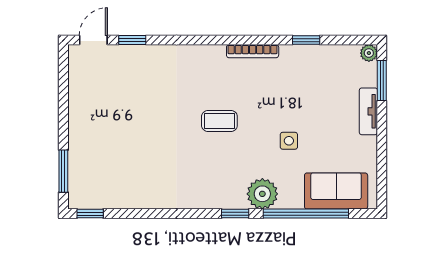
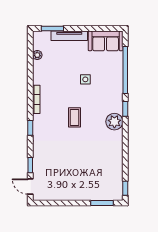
window: (306, 40) -> (30, 128), moved
plant: (369, 53) -> (37, 55), moved
tv unit: (368, 111) -> (69, 36), width x1.41
sofa: (336, 191) -> (106, 41), moved, turned -90
plant: (262, 194) -> (114, 122), moved

